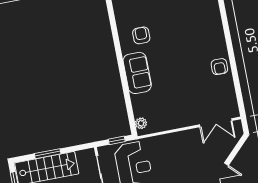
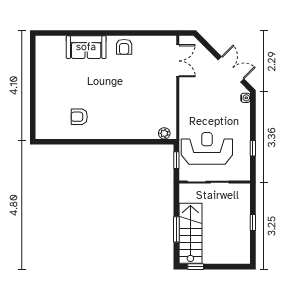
armchair: (219, 67) -> (124, 47), turned 90
sofa: (137, 73) -> (86, 47), moved, turned 180

